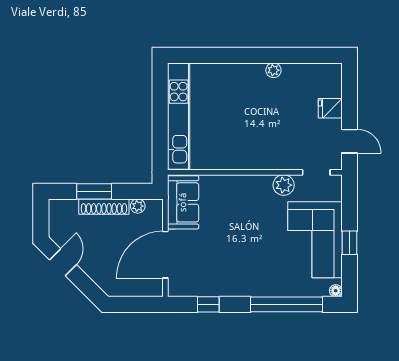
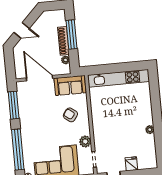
window: (94, 191) -> (71, 34), width x1.44
armchair: (235, 206) -> (70, 115), added
door: (63, 262) -> (22, 30), moved
window: (208, 304) -> (14, 105), width x2.17

